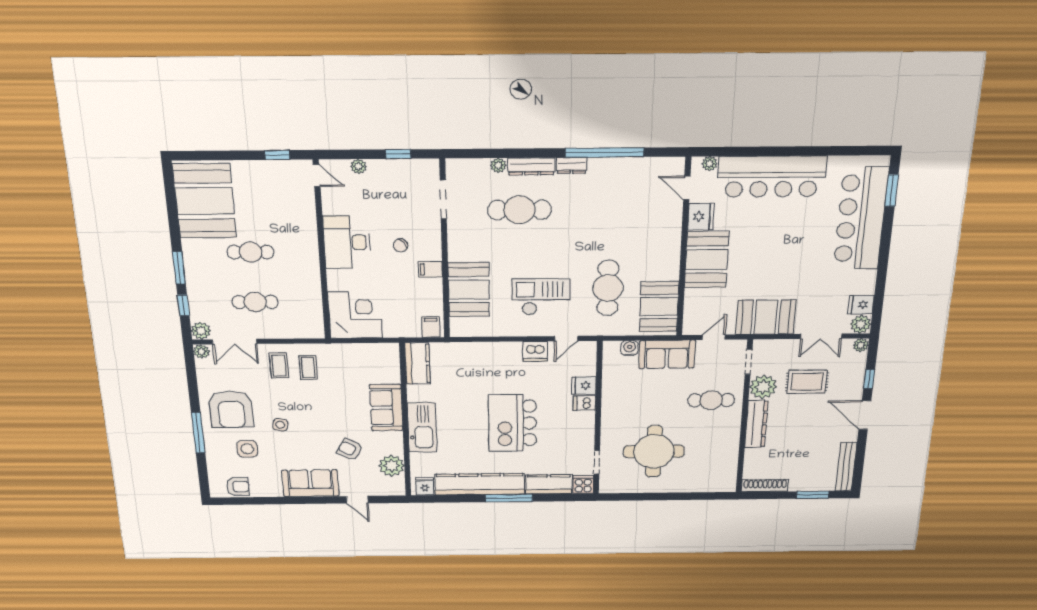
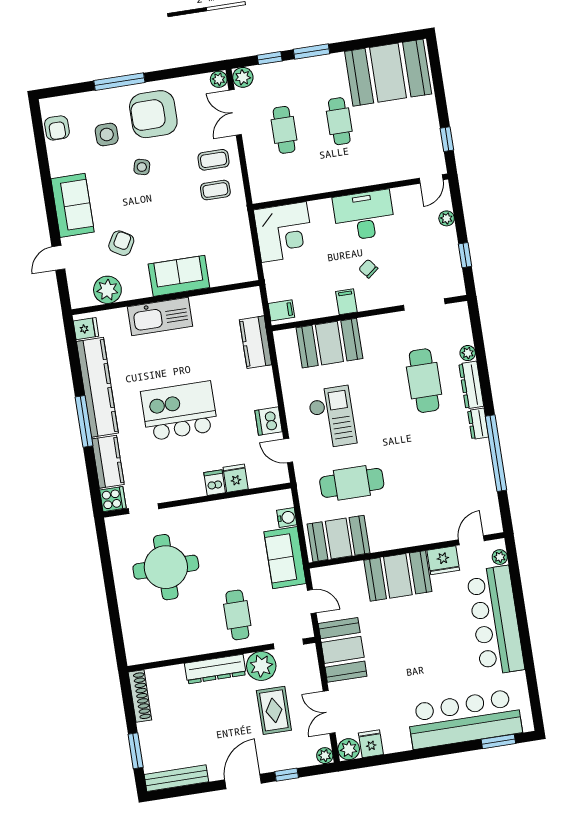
kitchen counter: (417, 363) -> (256, 342), moved, turned 90

